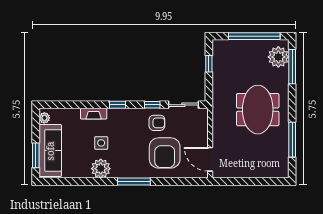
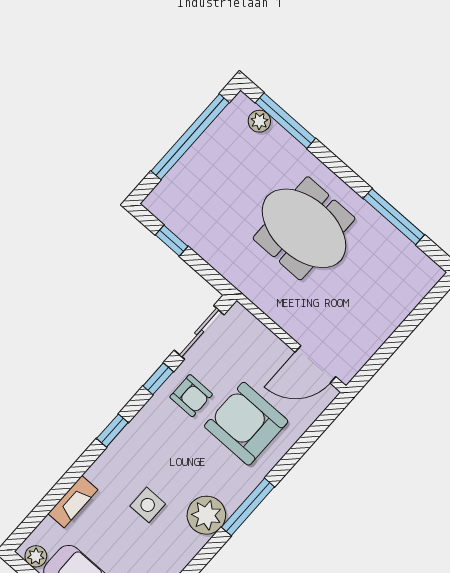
plant: (278, 57) -> (259, 121), width x0.53, depth x0.53
fireplace: (94, 114) -> (73, 502), moved
armchair: (157, 123) -> (191, 396), turned 90
armchair: (165, 153) -> (246, 424), turned 180
plant: (101, 169) -> (206, 515), moved

